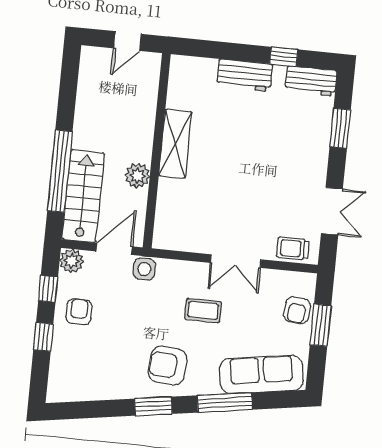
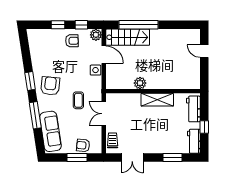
shelving: (175, 144) -> (157, 100), moved
wall: (157, 151) -> (153, 91), moved
plant: (137, 176) -> (140, 83), moved

